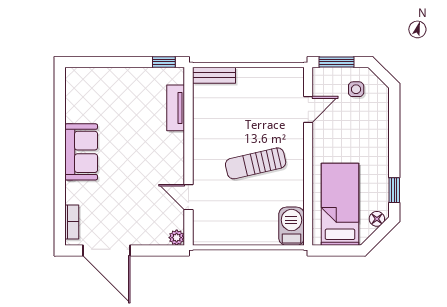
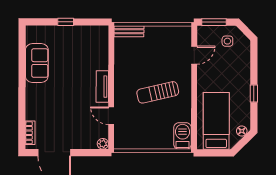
window: (164, 62) -> (66, 22), moved
tv unit: (176, 108) -> (102, 87), moved
sofa: (81, 152) -> (37, 63), moved
window: (394, 190) -> (254, 94), moved

